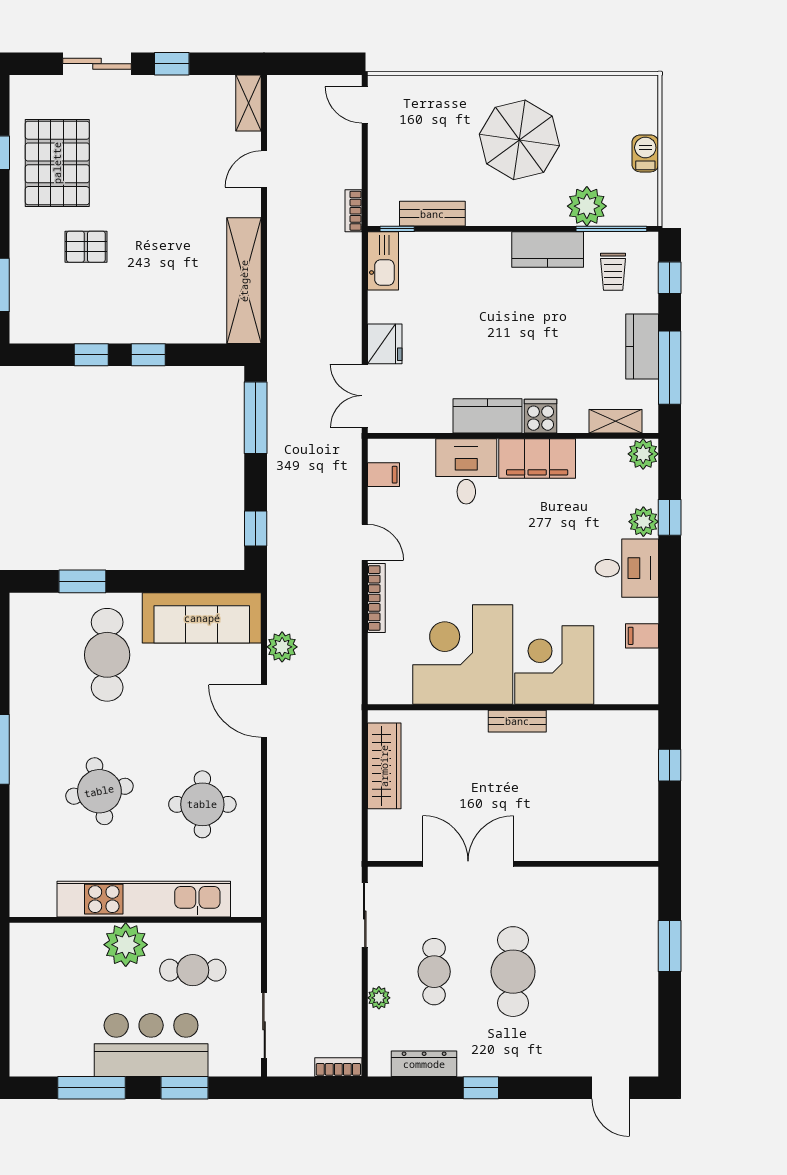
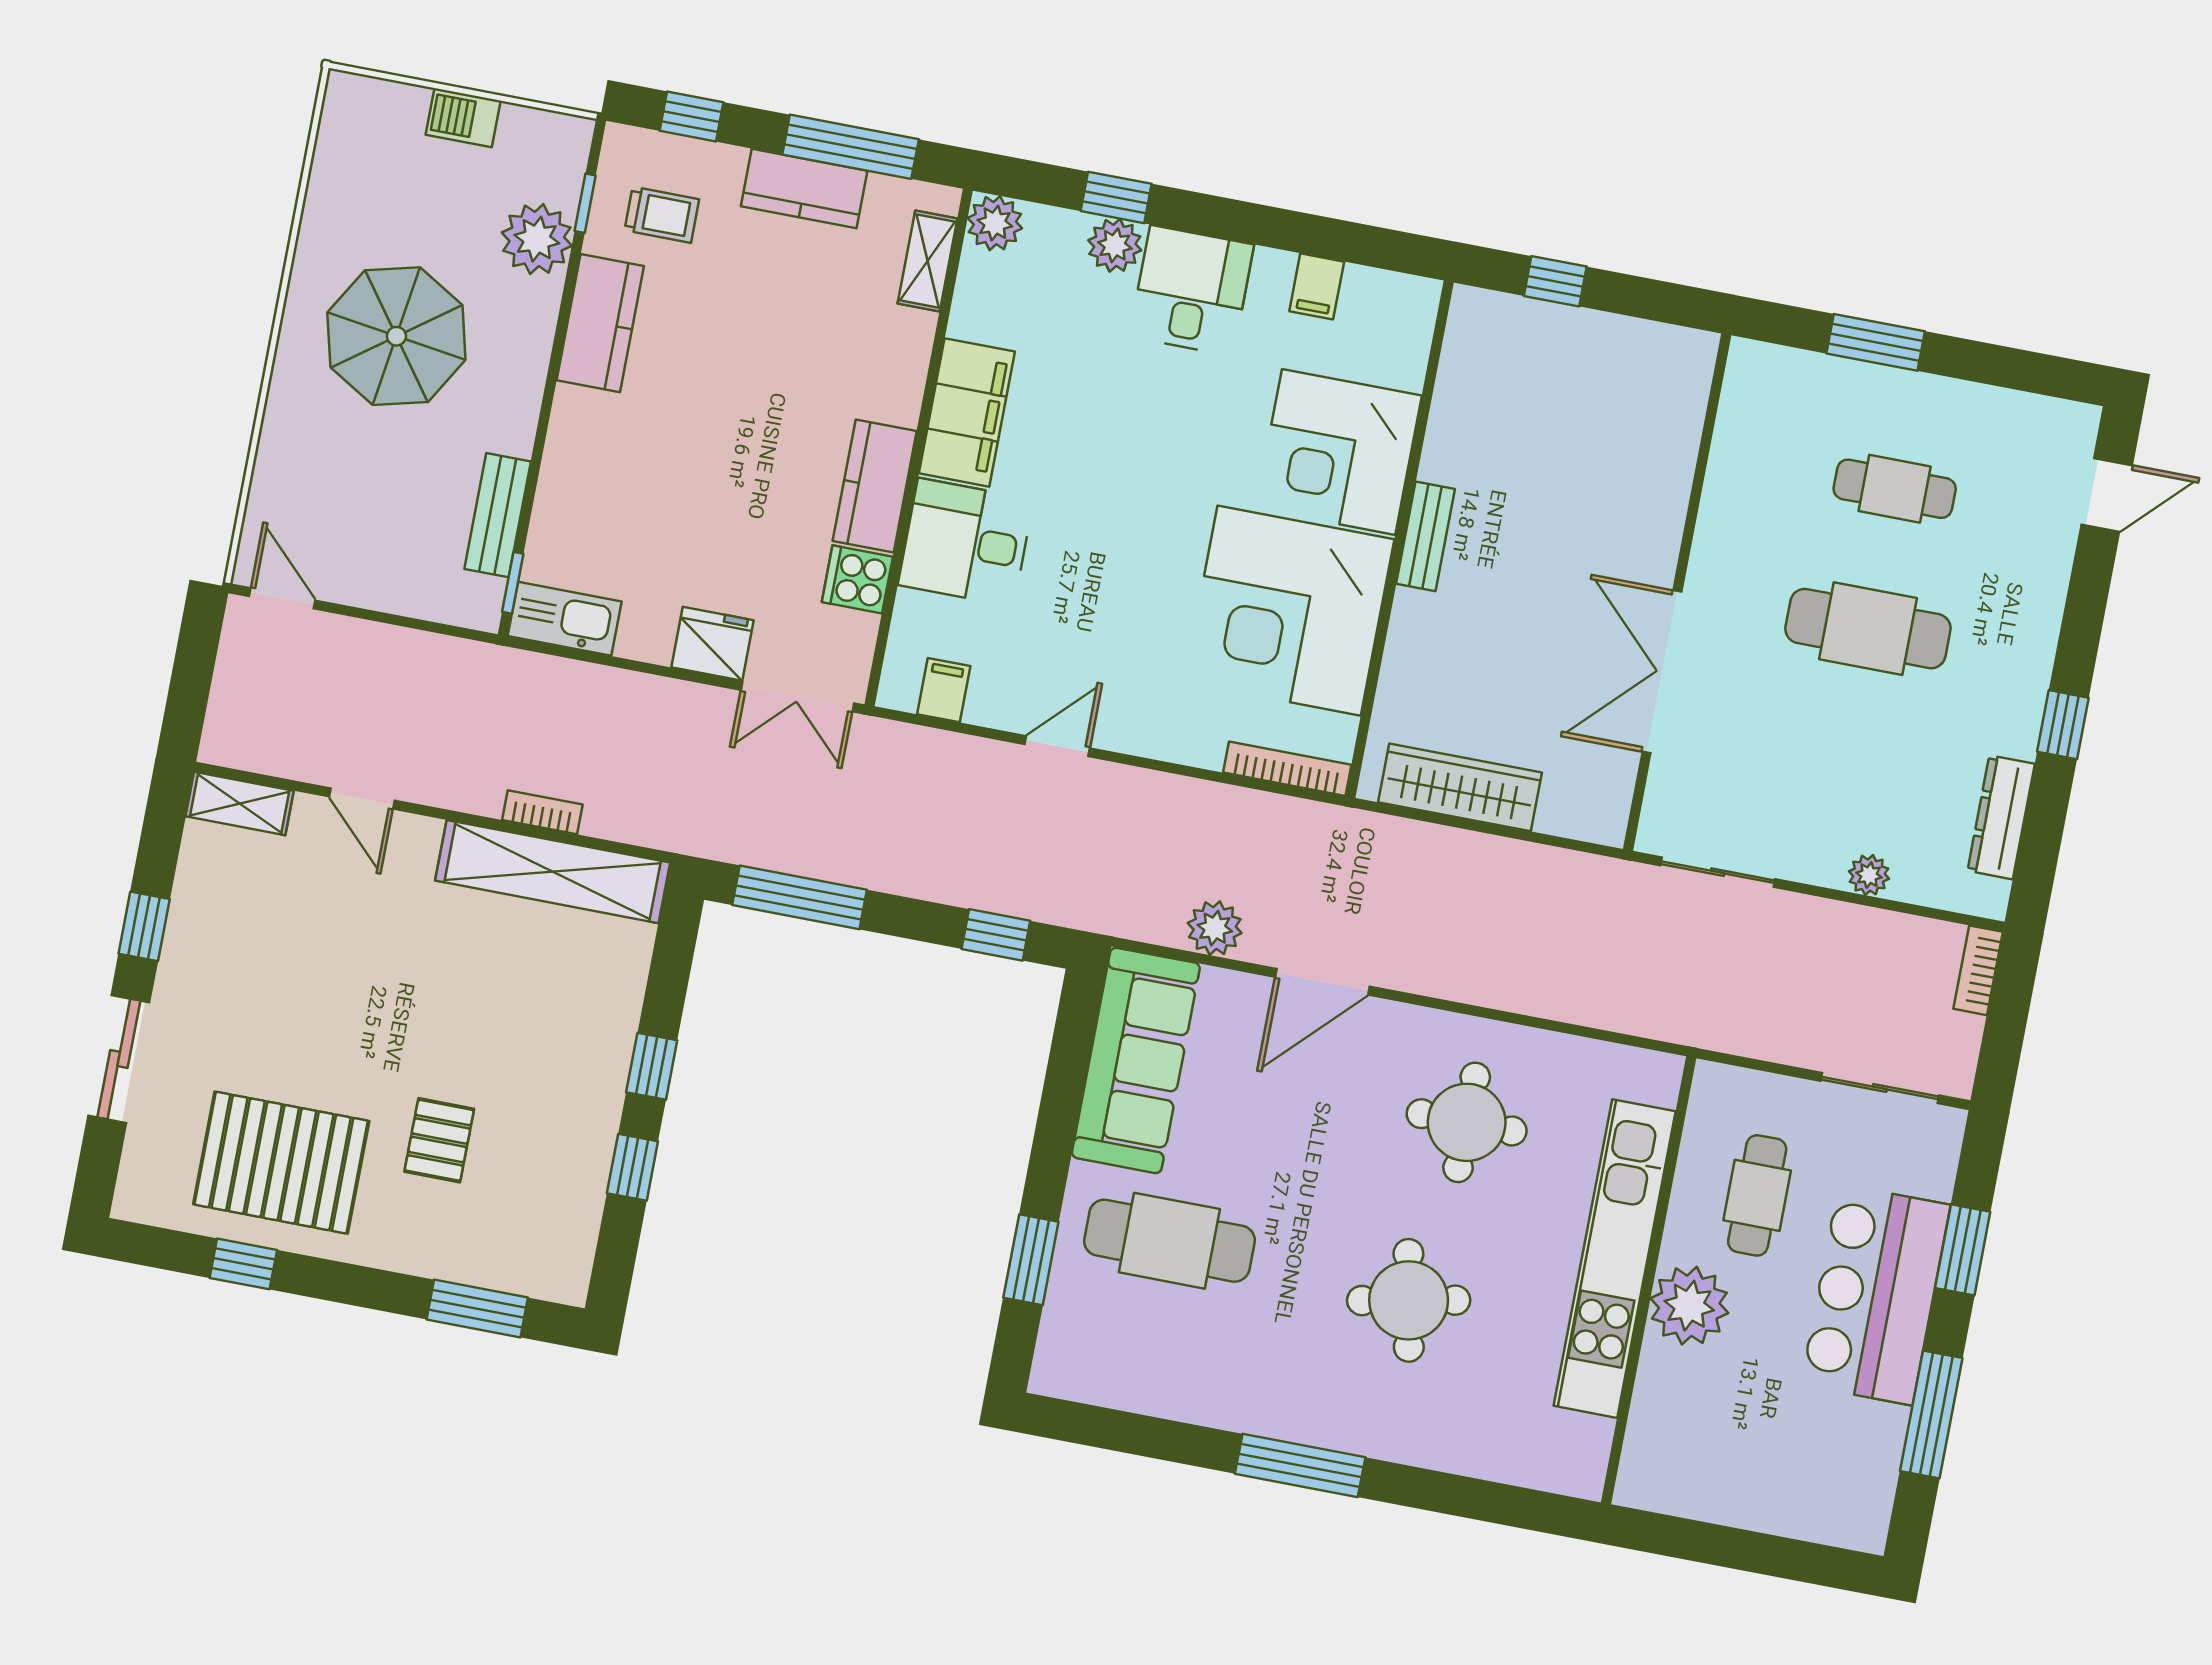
door: (365, 105) -> (282, 598), swing flipped
bookcase: (353, 211) -> (542, 812), moved, turned 180
window: (611, 229) -> (585, 203), width x0.46
cooker: (541, 416) -> (857, 579), moved
bookcase: (376, 598) -> (1287, 769), moved
cafe table: (434, 972) -> (1895, 489), moved

